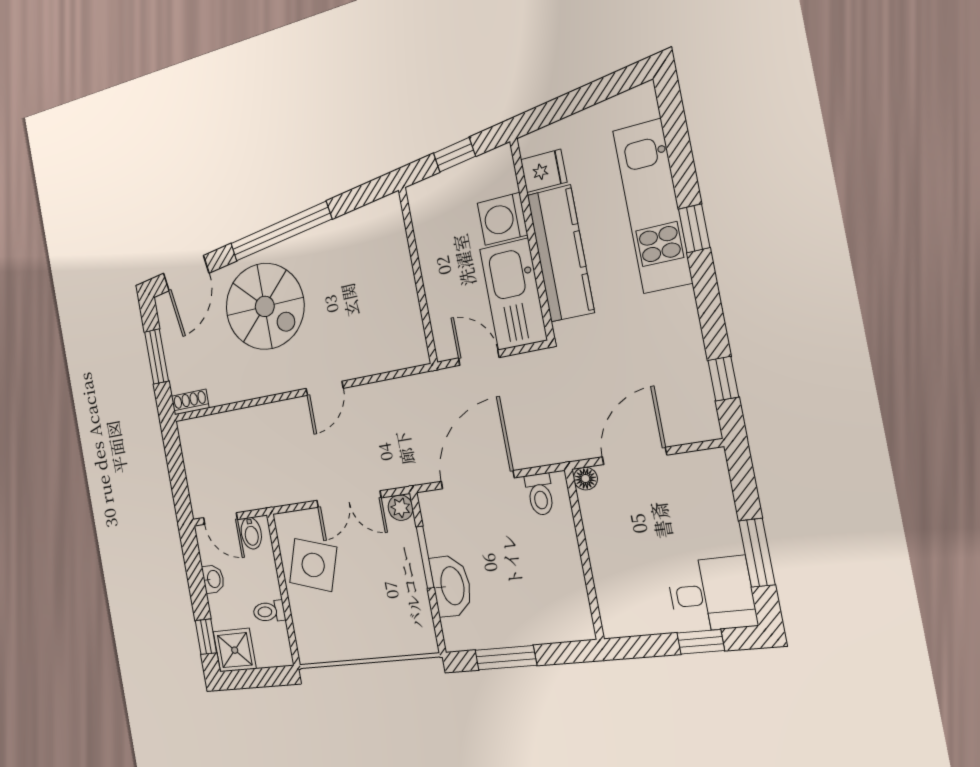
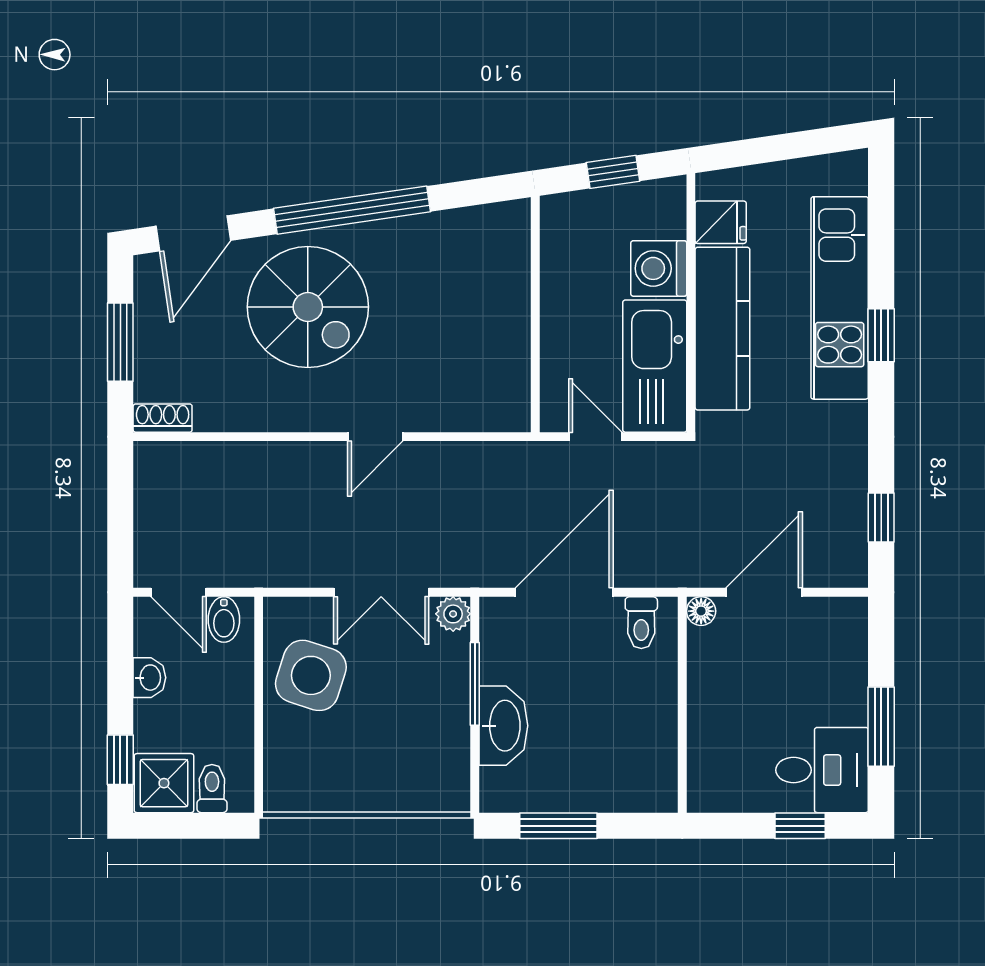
toilet: (269, 611) -> (212, 789), moved, turned 90

